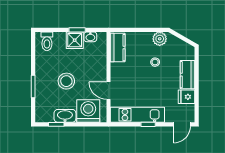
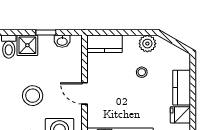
shower: (75, 40) -> (27, 45), moved
kitchen counter: (118, 48) -> (104, 44), moved, turned 90
door: (108, 91) -> (84, 93), moved

